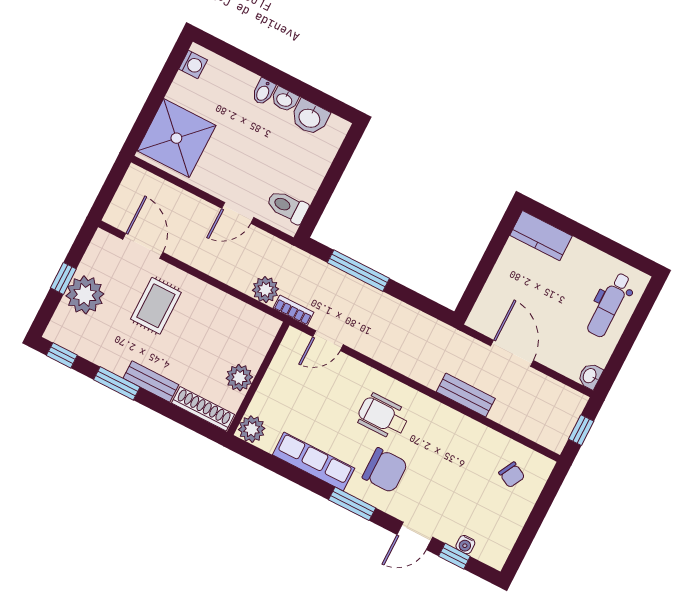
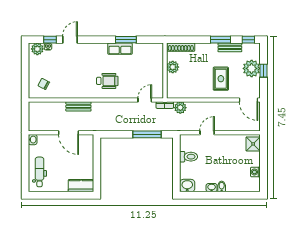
washing machine: (193, 65) -> (255, 172), moved
washbasin: (310, 117) -> (187, 186), moved
shower: (176, 138) -> (253, 144), width x0.54, depth x0.54
toilet: (287, 207) -> (189, 157), moved
door: (143, 246) -> (249, 100), moved
bench: (151, 381) -> (230, 47), moved
plant: (252, 429) -> (37, 49), moved
window: (581, 430) -> (25, 116), removed
row of seats: (314, 462) -> (120, 49), width x0.68
chair: (385, 470) -> (95, 60), removed
window: (352, 504) -> (126, 40), moved

